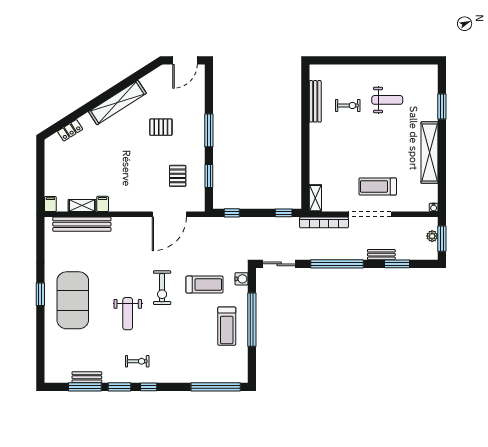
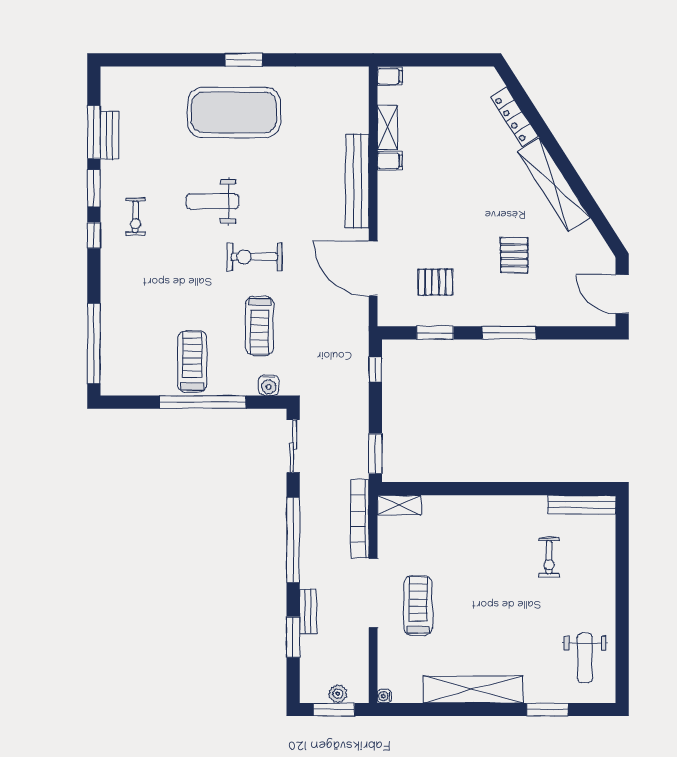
weight bench: (387, 100) -> (585, 658), moved
bench: (315, 101) -> (582, 505), moved
locker: (70, 130) -> (514, 117), width x1.53
window: (284, 213) -> (375, 454), width x1.50
bench: (82, 224) -> (357, 181), moved
treadmill: (227, 326) -> (192, 362), turned 90

